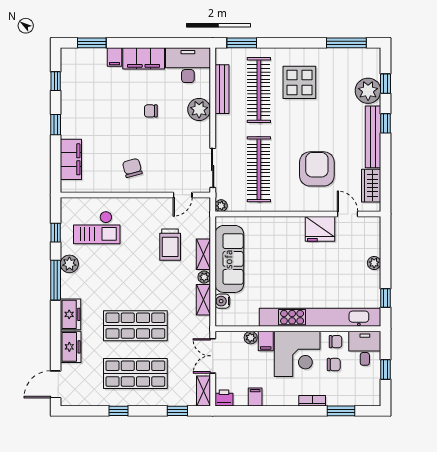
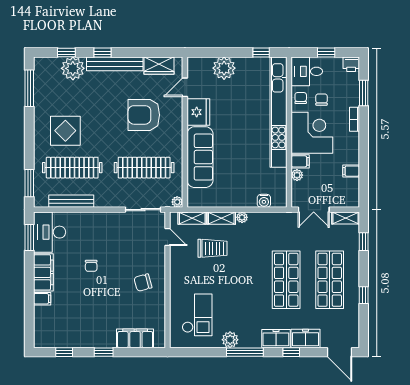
window: (92, 43) -> (29, 237), moved
plant: (199, 109) -> (90, 222), removed
window: (56, 233) -> (291, 352), moved
sofa: (229, 259) -> (200, 157), moved, turned 90
plant: (374, 263) -> (224, 68), width x1.88, depth x1.88
shelving: (203, 300) -> (192, 218), moved
printer: (224, 398) -> (351, 64), moved, turned -90

